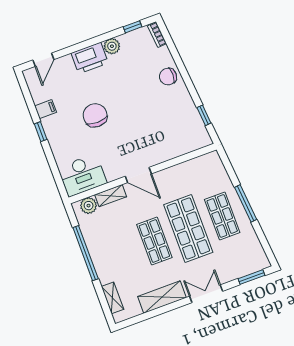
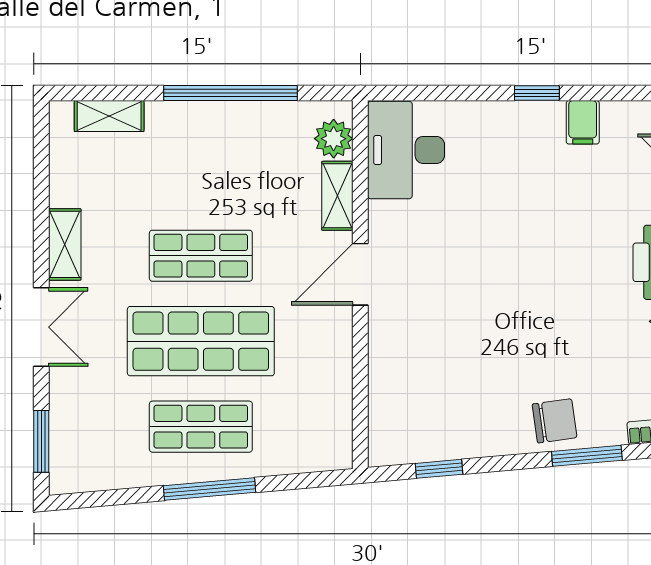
window: (177, 59) -> (587, 456), added
chair: (168, 77) -> (555, 421), turned 82
chair: (95, 115) -> (528, 227), removed
shelving: (162, 297) -> (65, 244), width x0.67, depth x0.75

